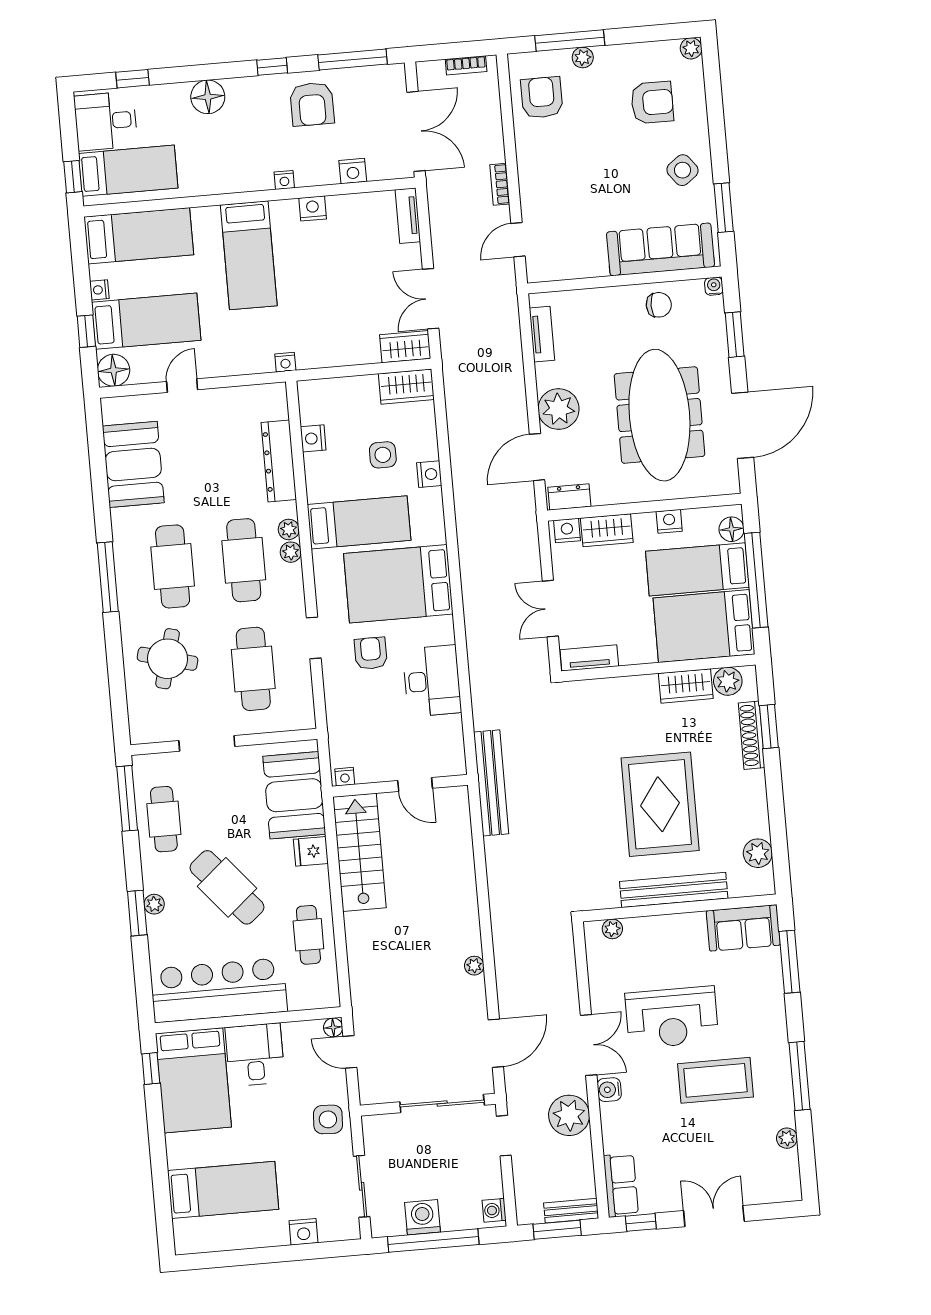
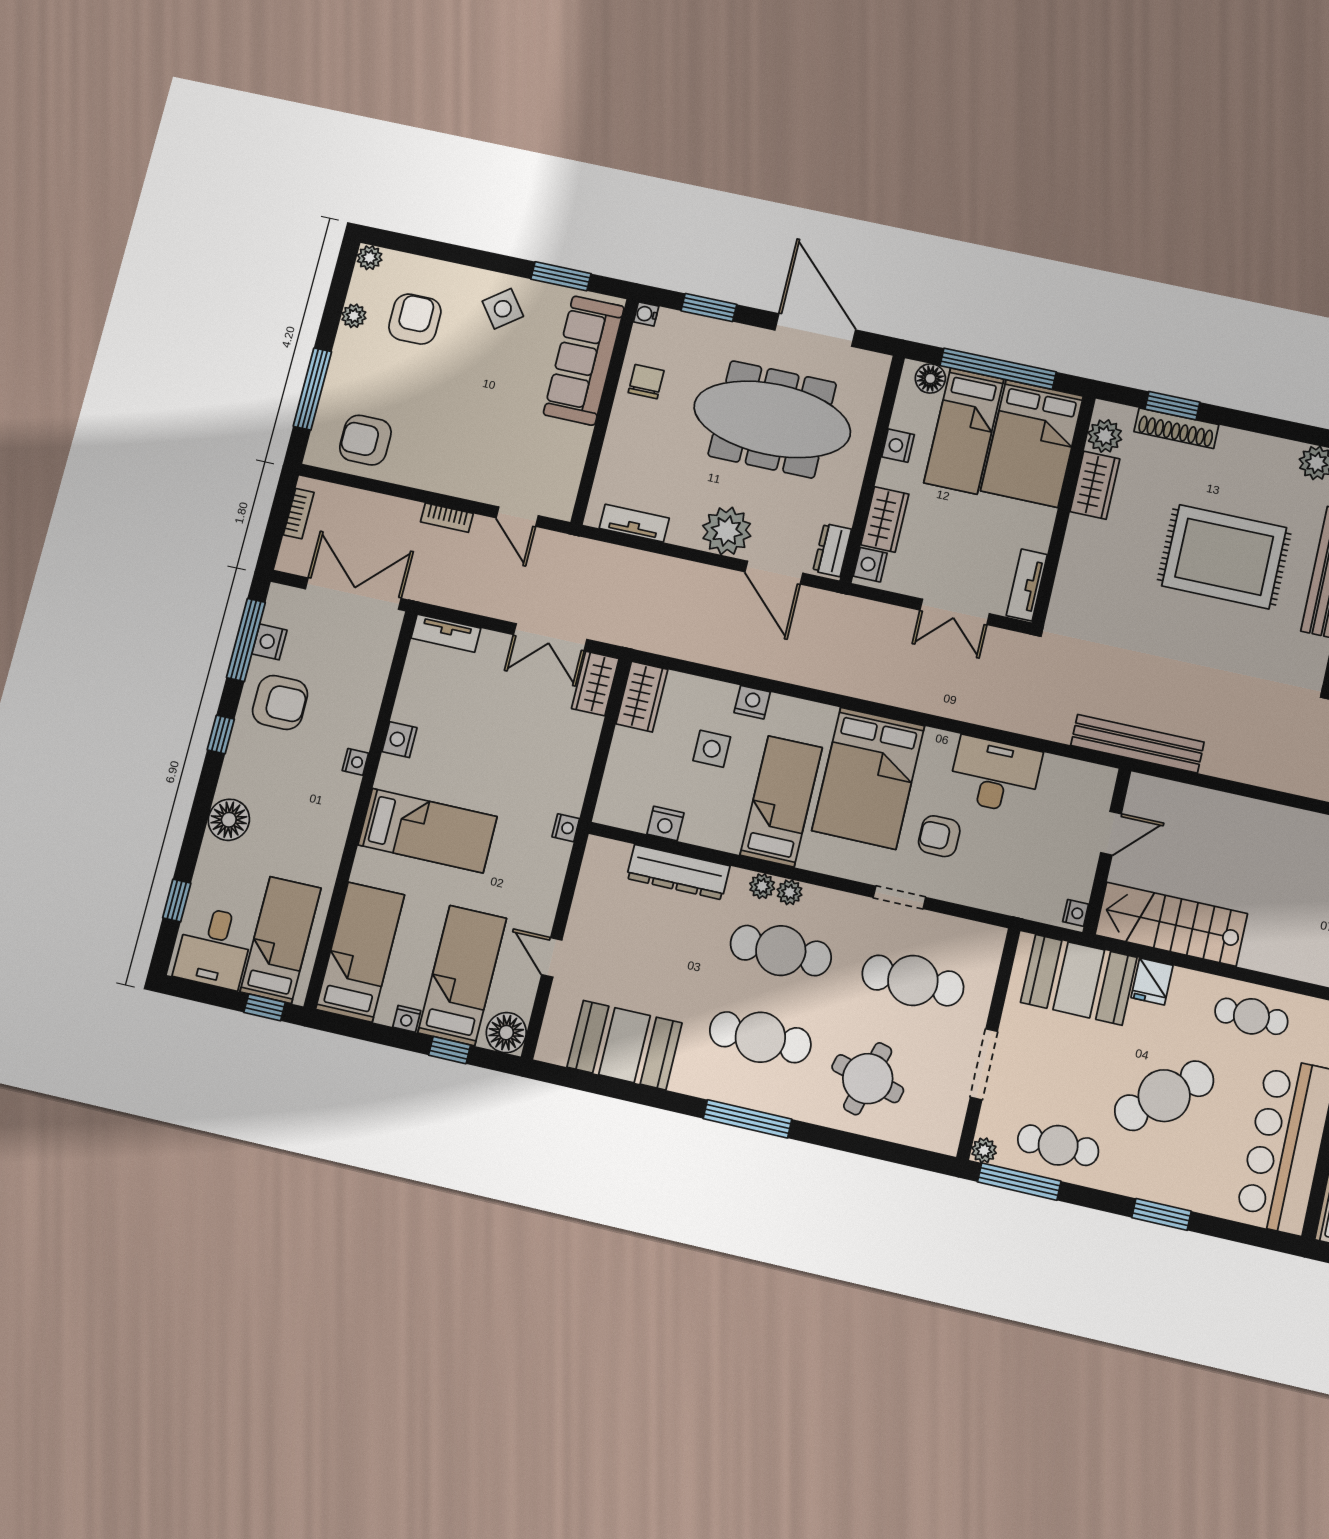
plant: (583, 58) -> (354, 316), moved
nightstand: (353, 171) -> (269, 642), moved, turned 180
plant: (154, 904) -> (984, 1150), moved

